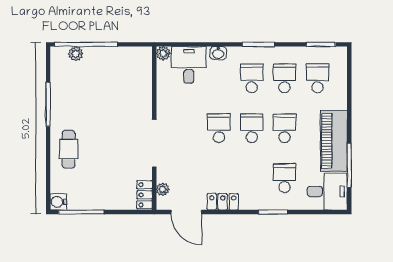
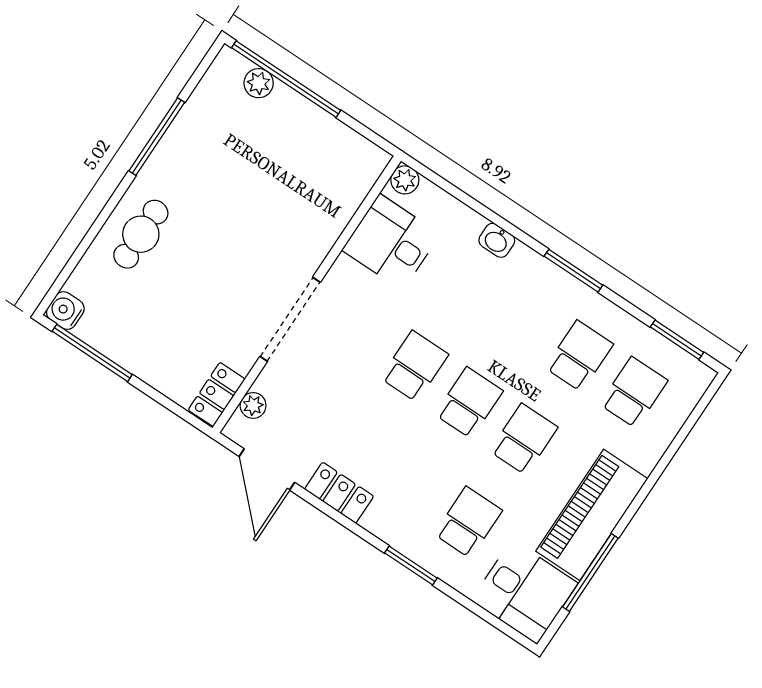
desk: (189, 65) -> (391, 242), moved, turned -90
school desk: (252, 78) -> (525, 319), removed

